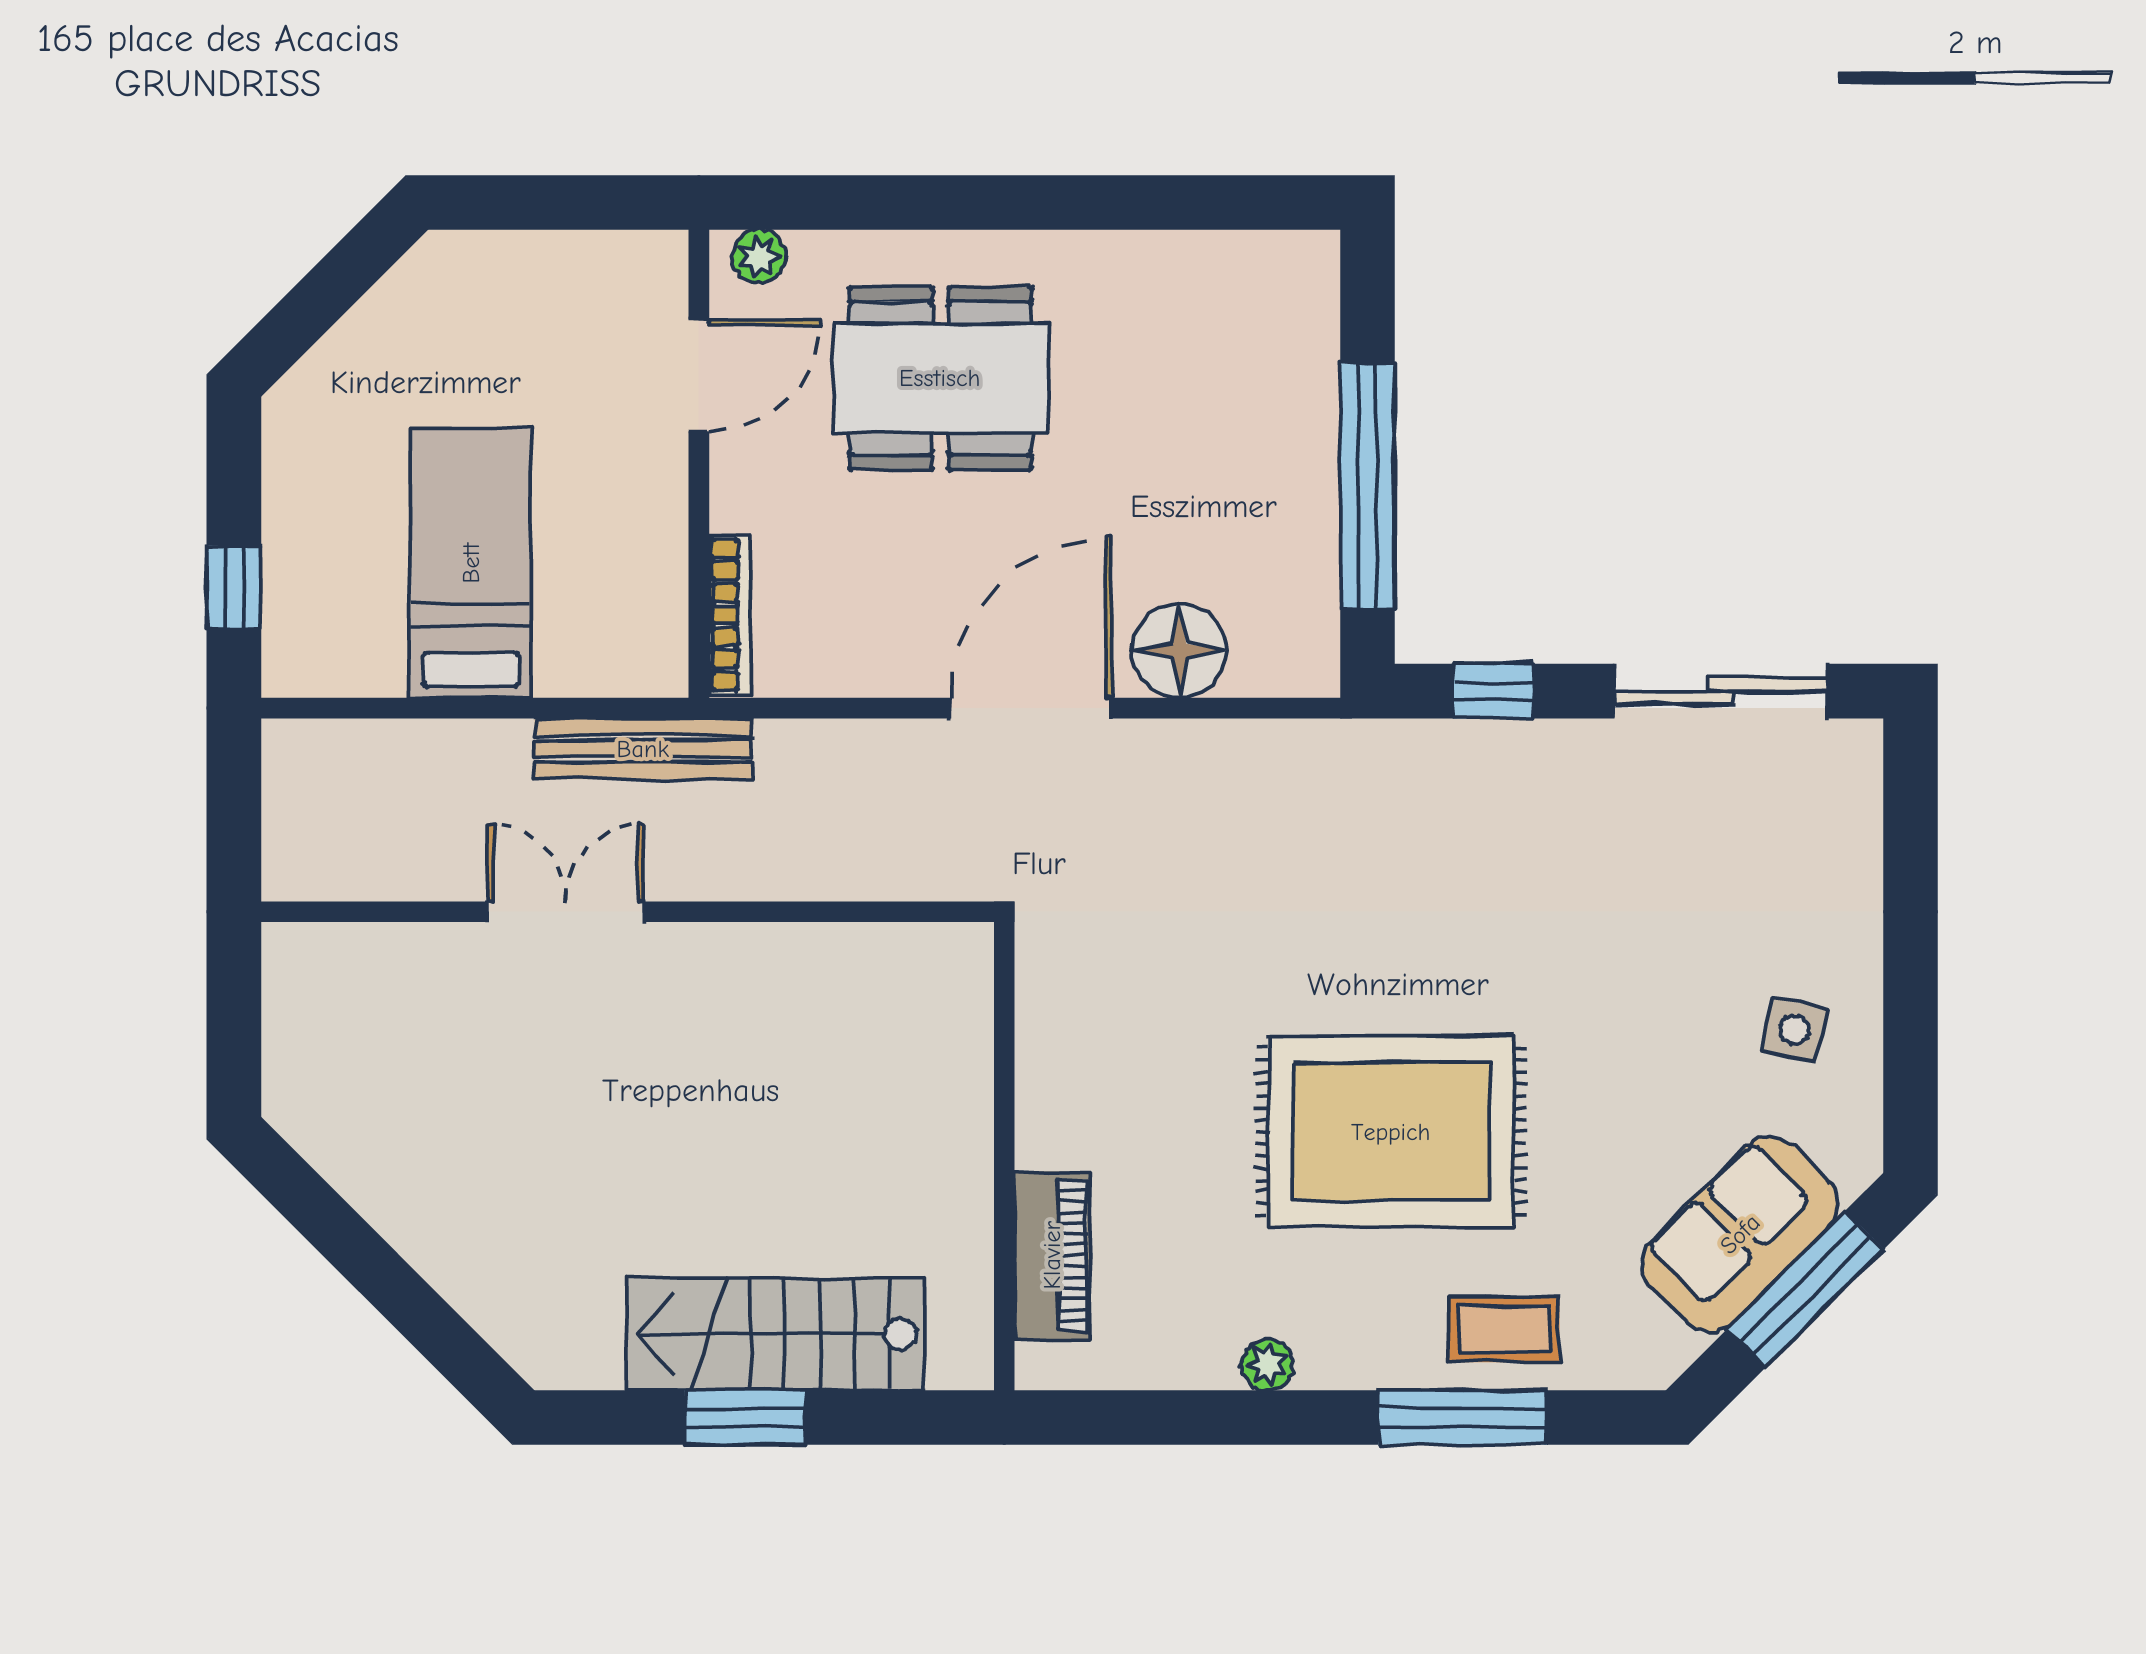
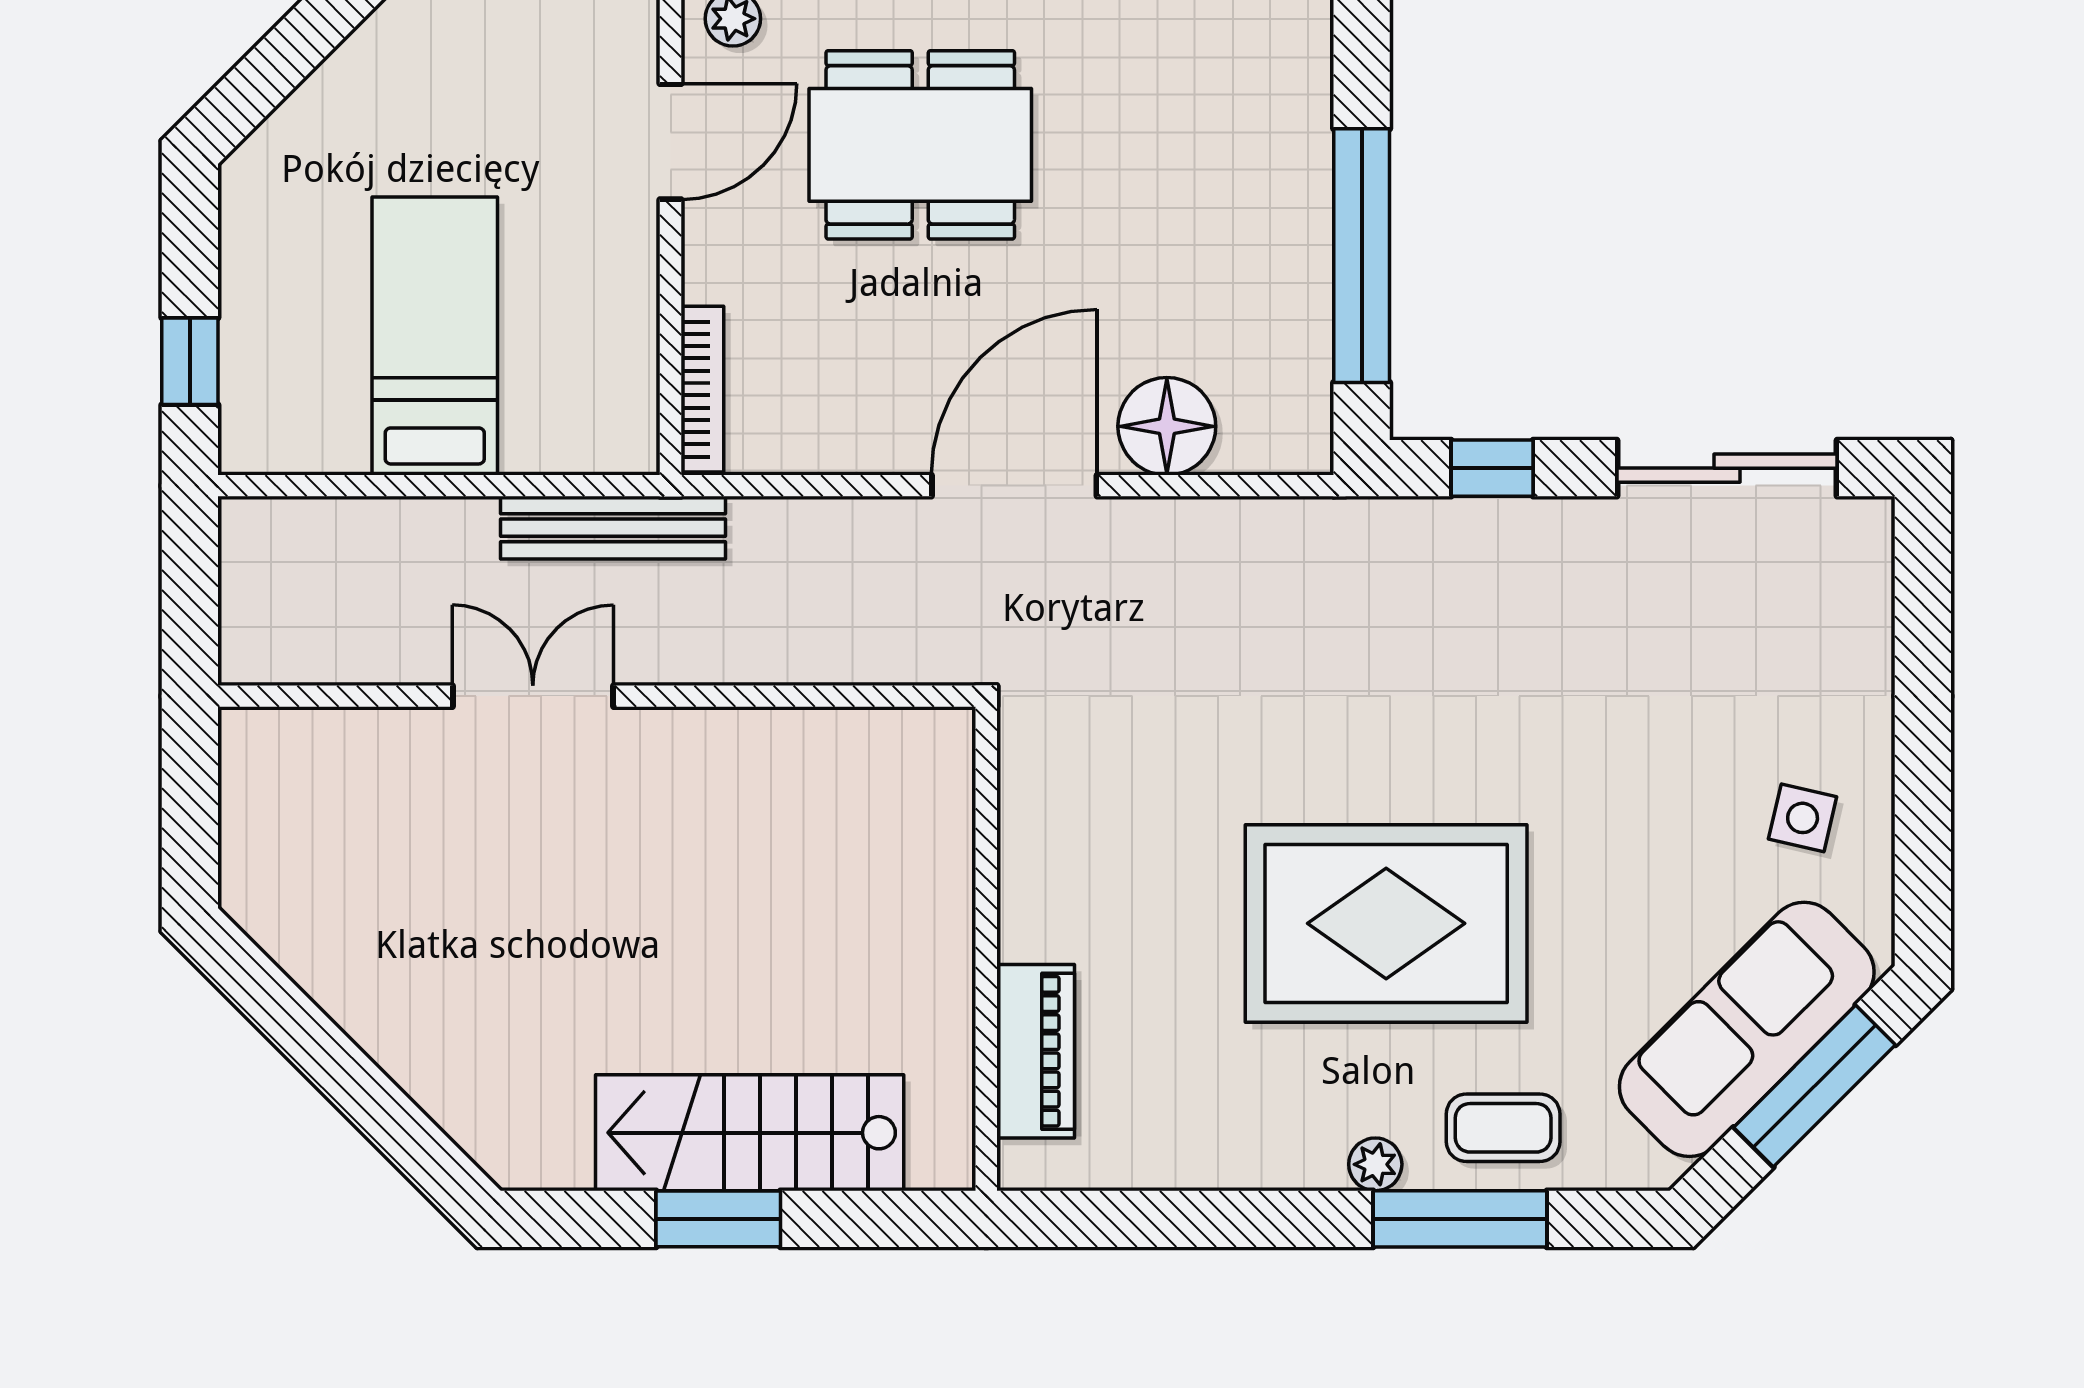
sofa: (1740, 1234) -> (1747, 1029), width x1.36
plant: (1267, 1365) -> (1375, 1164), moved

